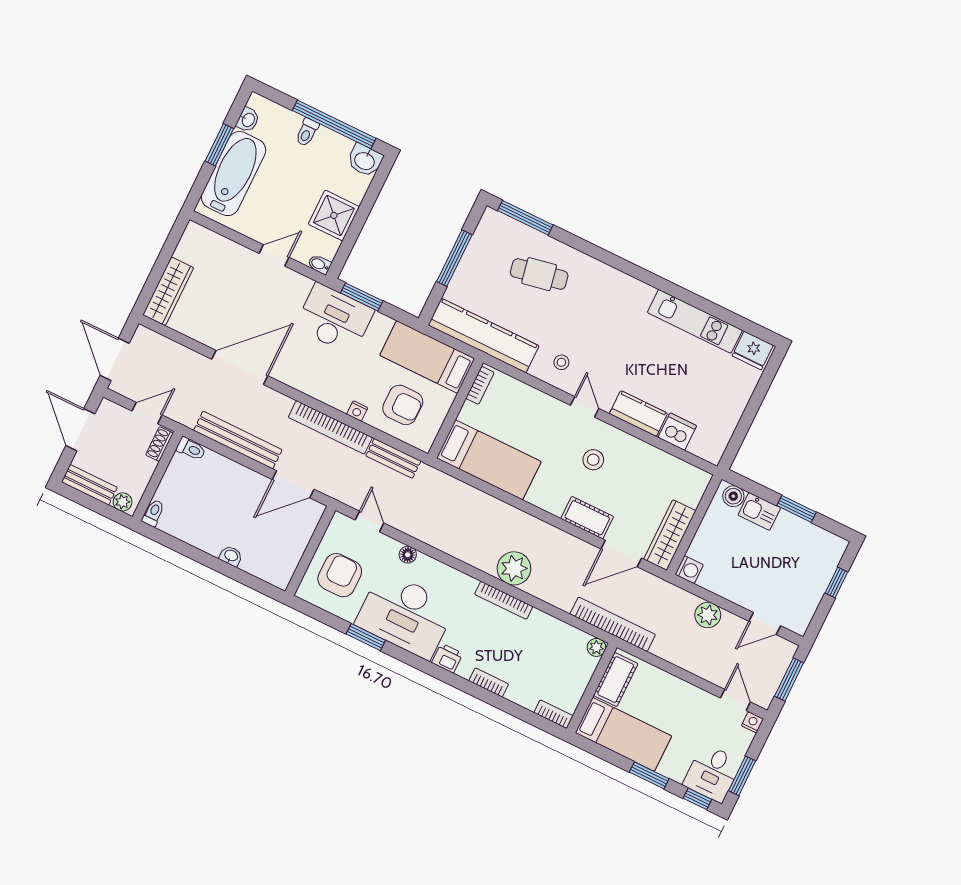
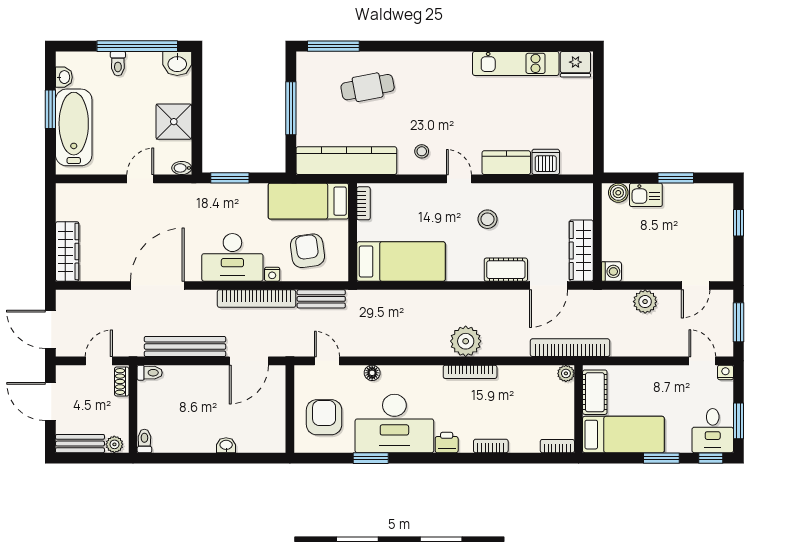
desk: (334, 319) -> (232, 257), moved, turned 180
armchair: (403, 405) -> (307, 251), turned -98

